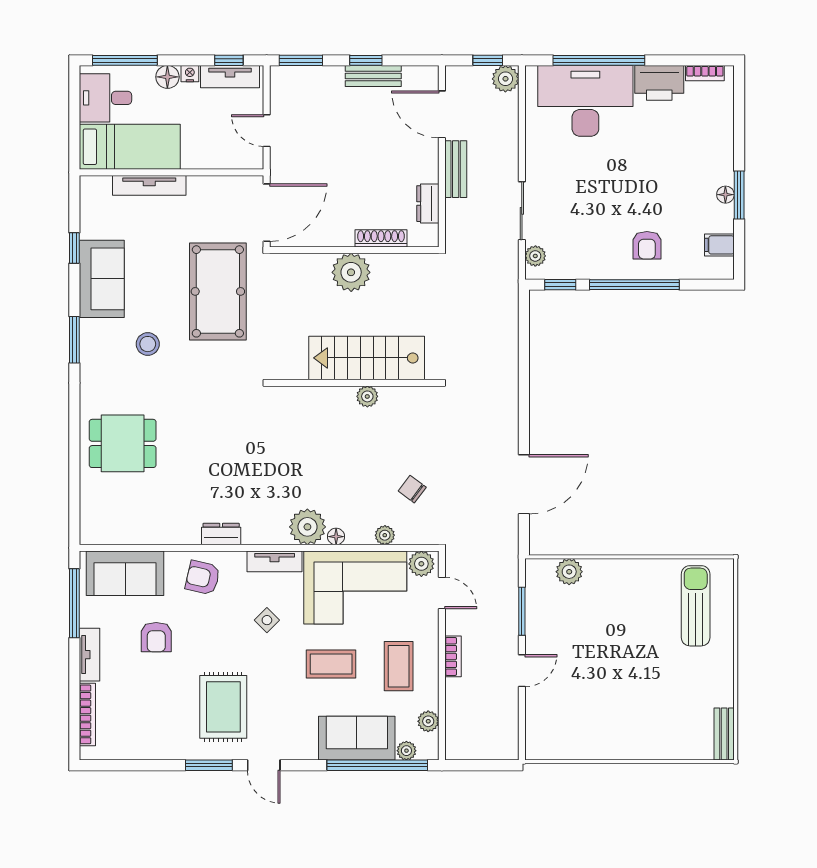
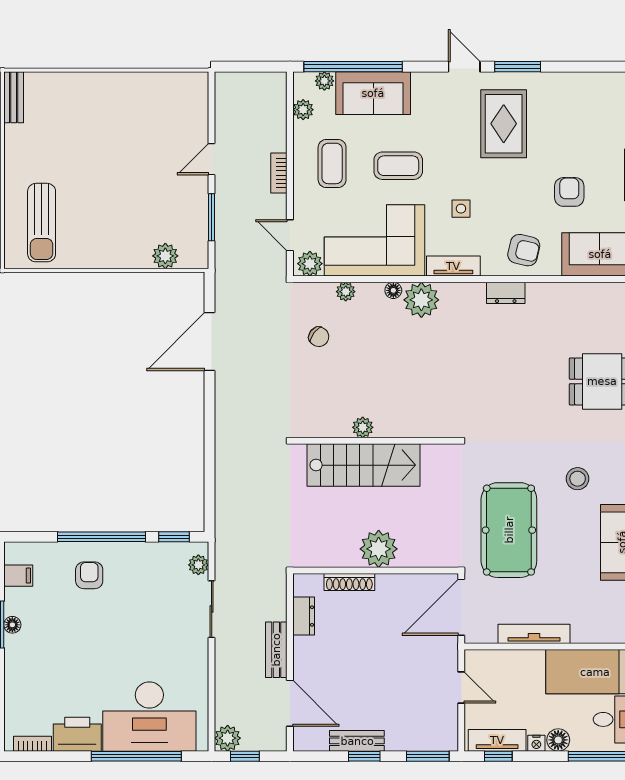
tv unit: (149, 185) -> (534, 634), moved
side table: (267, 620) -> (461, 209), turned 45

